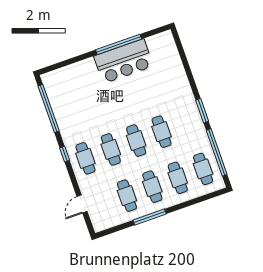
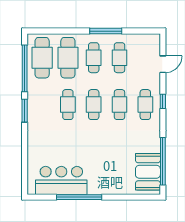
bar counter: (124, 61) -> (61, 180), moved
booth: (60, 93) -> (148, 172), added
window: (65, 154) -> (163, 101), moved
cafe table: (203, 169) -> (42, 58), width x1.37, depth x1.35
cafe table: (178, 178) -> (68, 58), width x1.37, depth x1.35

